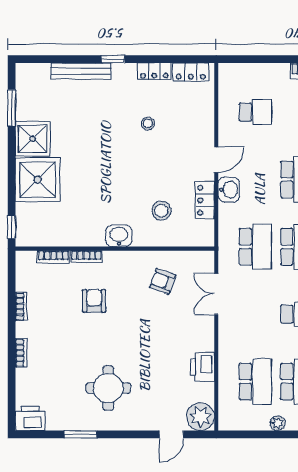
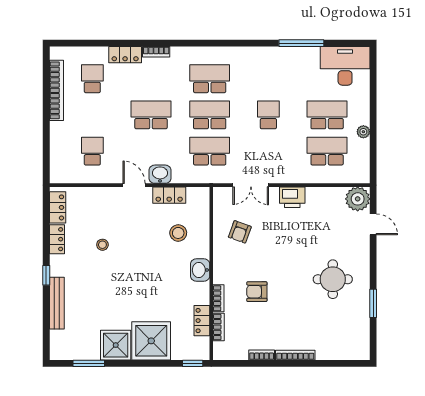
locker: (61, 238) -> (202, 321), added
bookcase: (21, 353) -> (295, 355), width x1.56
printer: (202, 367) -> (292, 197), moved
printer: (30, 418) -> (359, 347), removed

